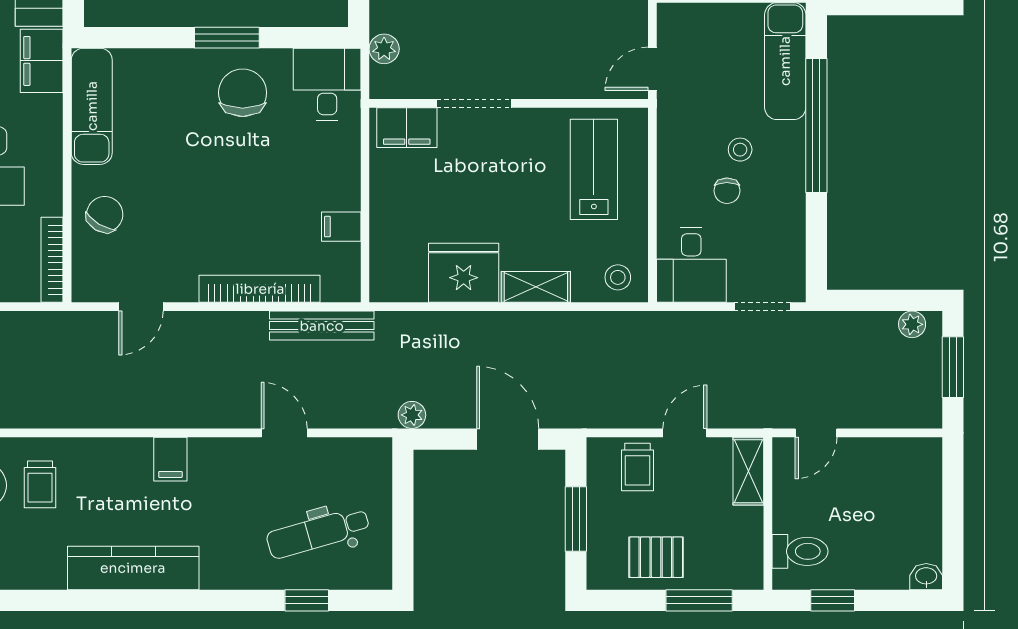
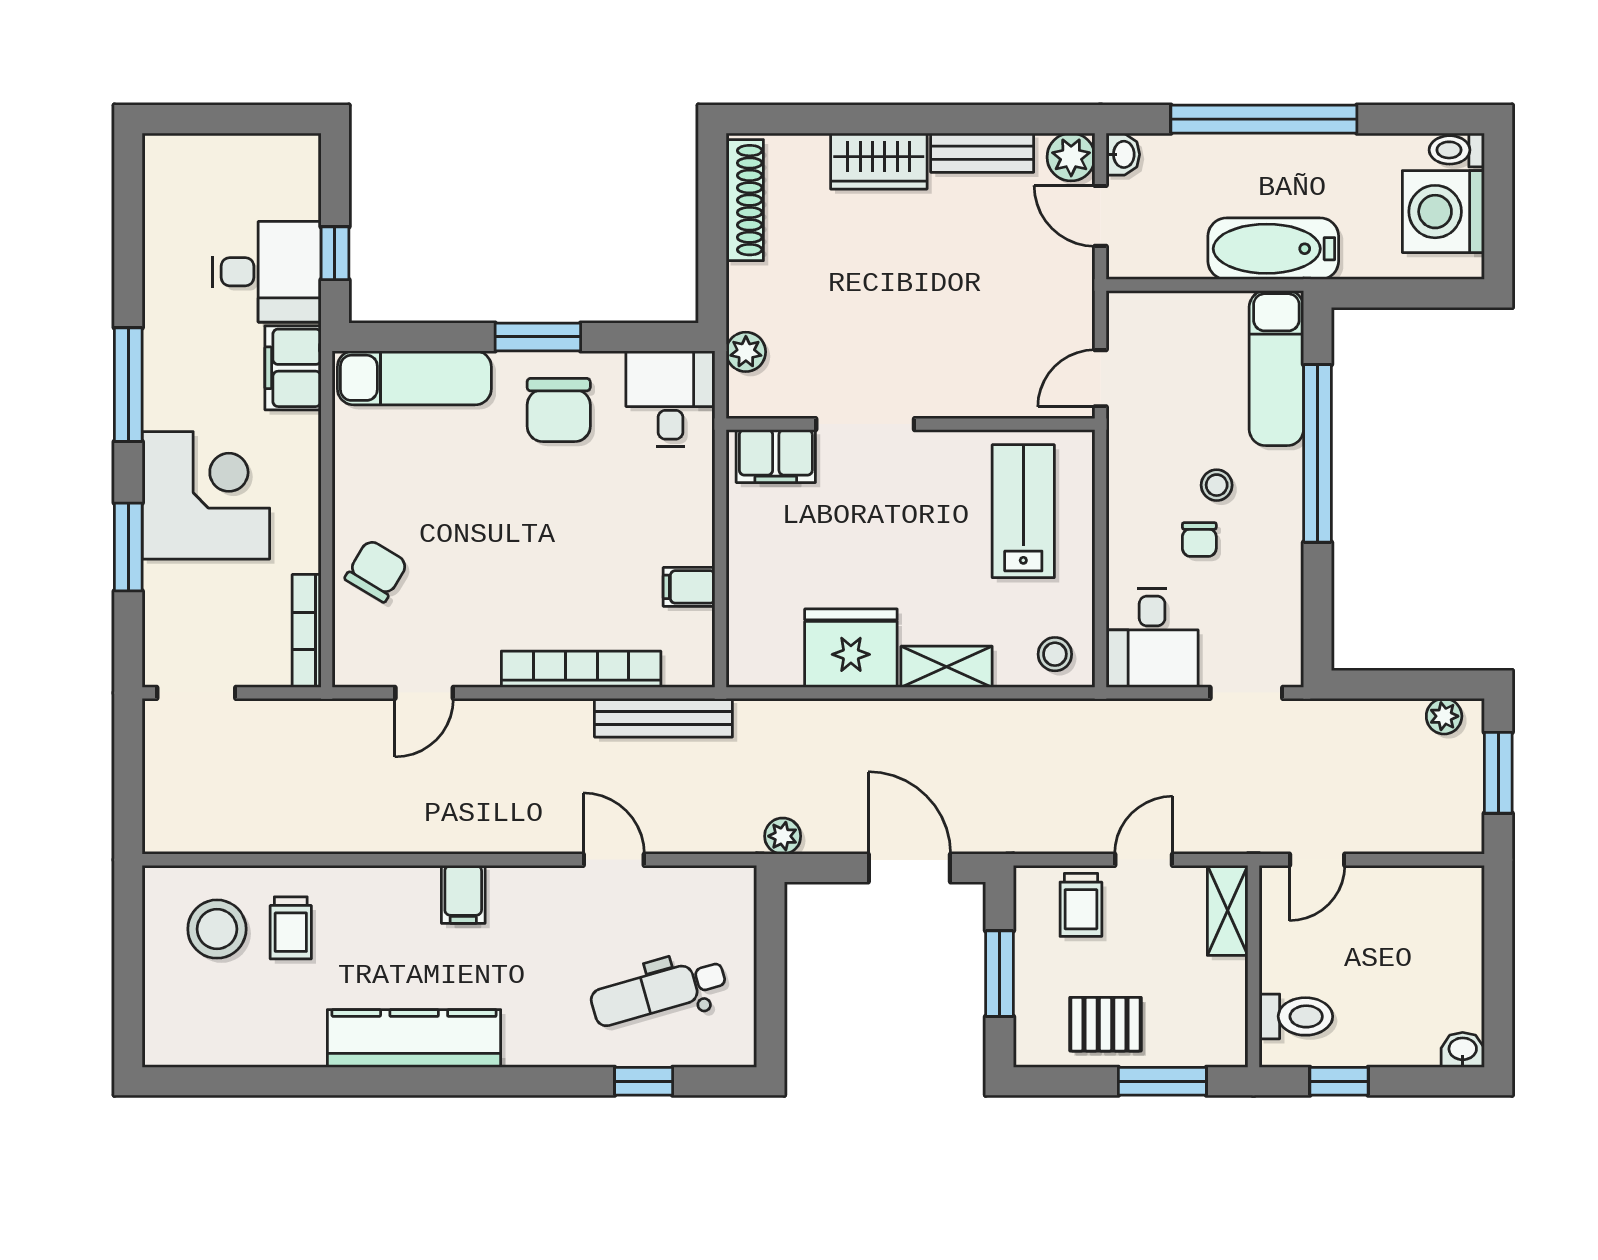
chair: (243, 93) -> (559, 410), turned 180
exam couch: (92, 106) -> (414, 378), moved, turned 90

